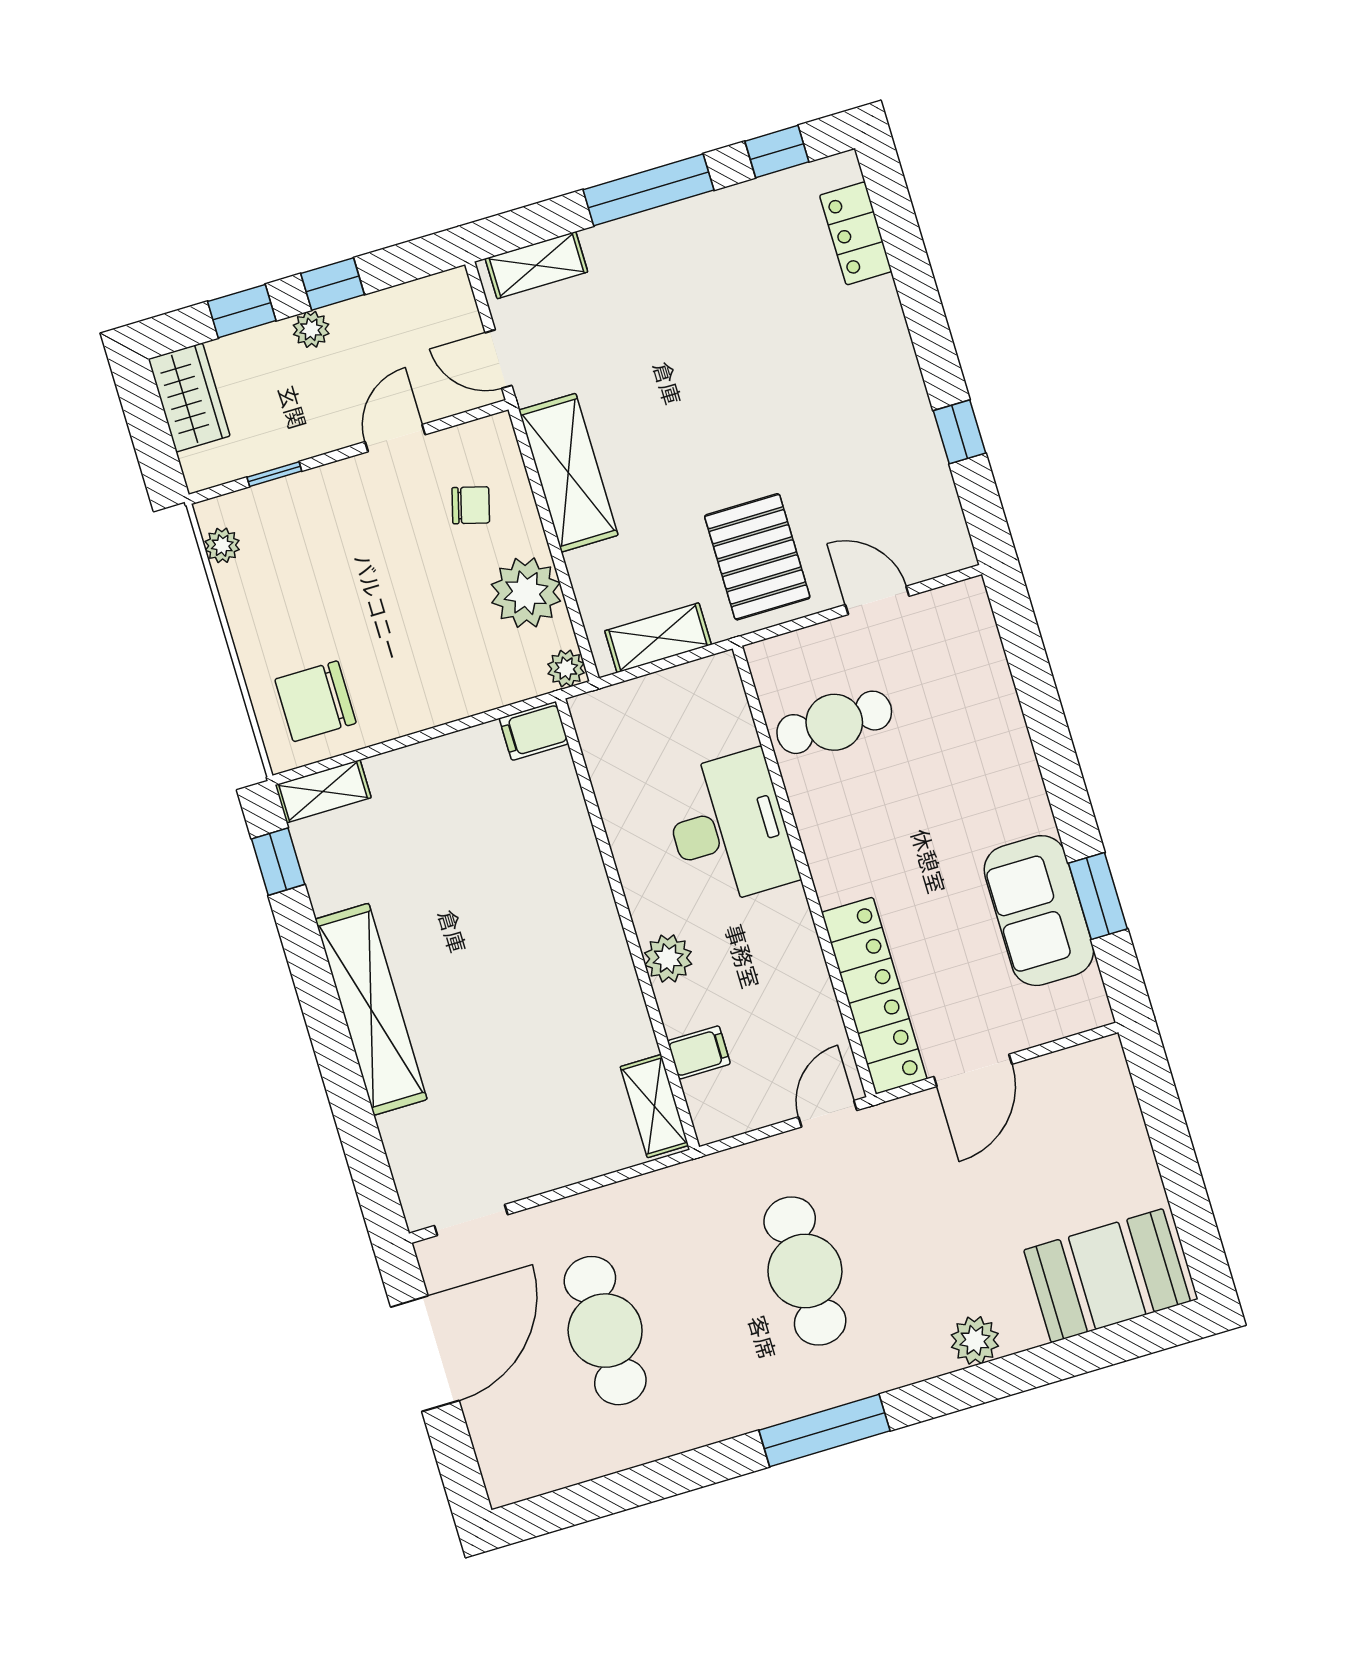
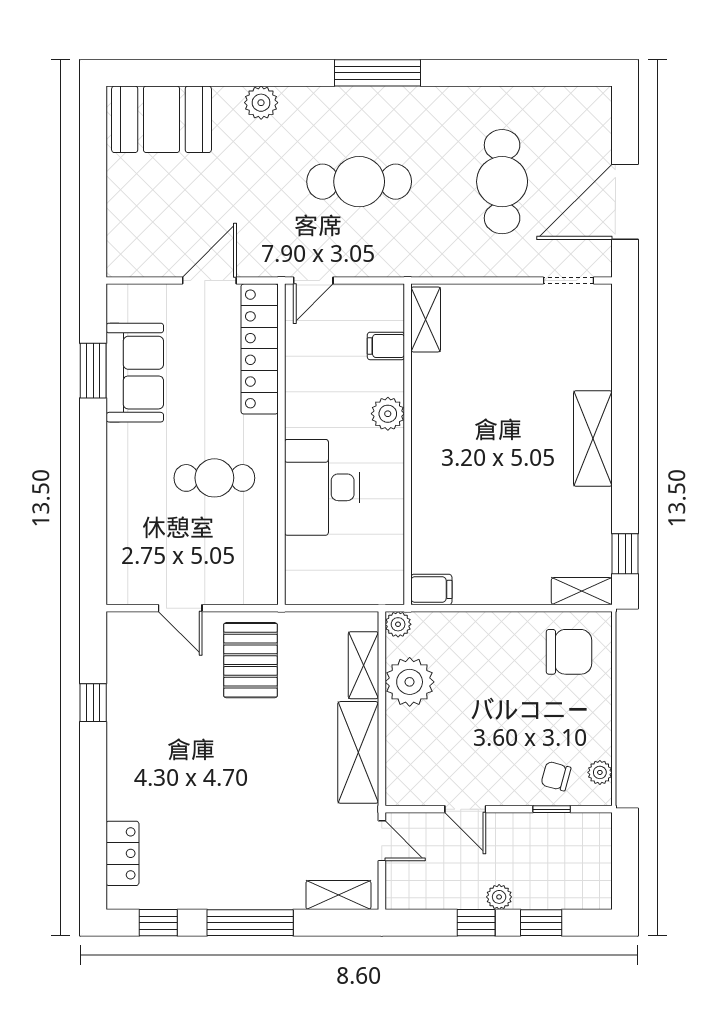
wardrobe: (189, 398) -> (593, 876), removed
door: (395, 438) -> (465, 809), hinge flipped
chair: (471, 505) -> (556, 776), moved
shelving: (658, 638) -> (363, 665), moved, turned 90
cafe table: (834, 722) -> (214, 478), moved
shelving: (371, 1009) -> (593, 439), width x0.68
cafe table: (805, 1271) -> (359, 182), turned 90

